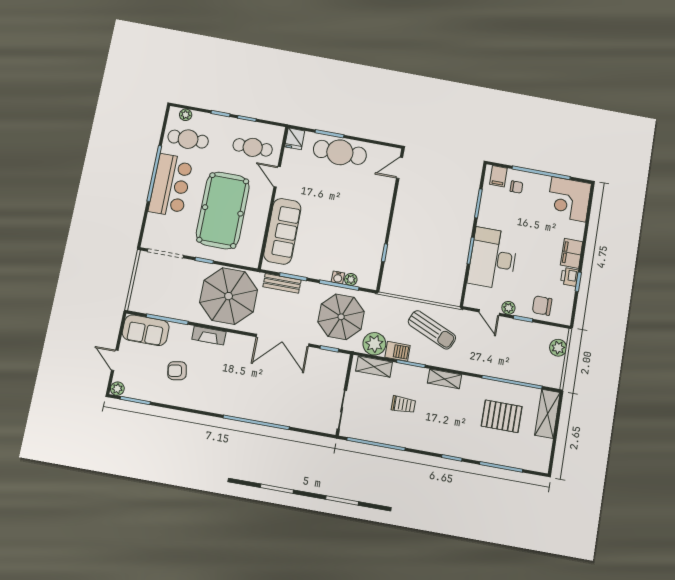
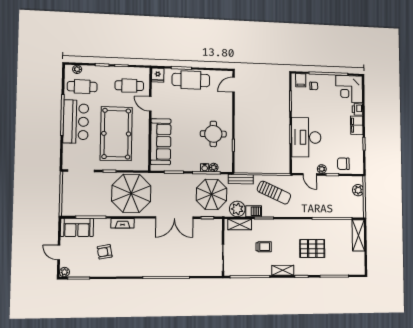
round table: (359, 232) -> (213, 134), added
printer: (569, 277) -> (357, 109), moved
bench: (282, 283) -> (241, 179), moved
shelving: (445, 379) -> (283, 270), moved
pallet: (502, 416) -> (312, 249), moved

